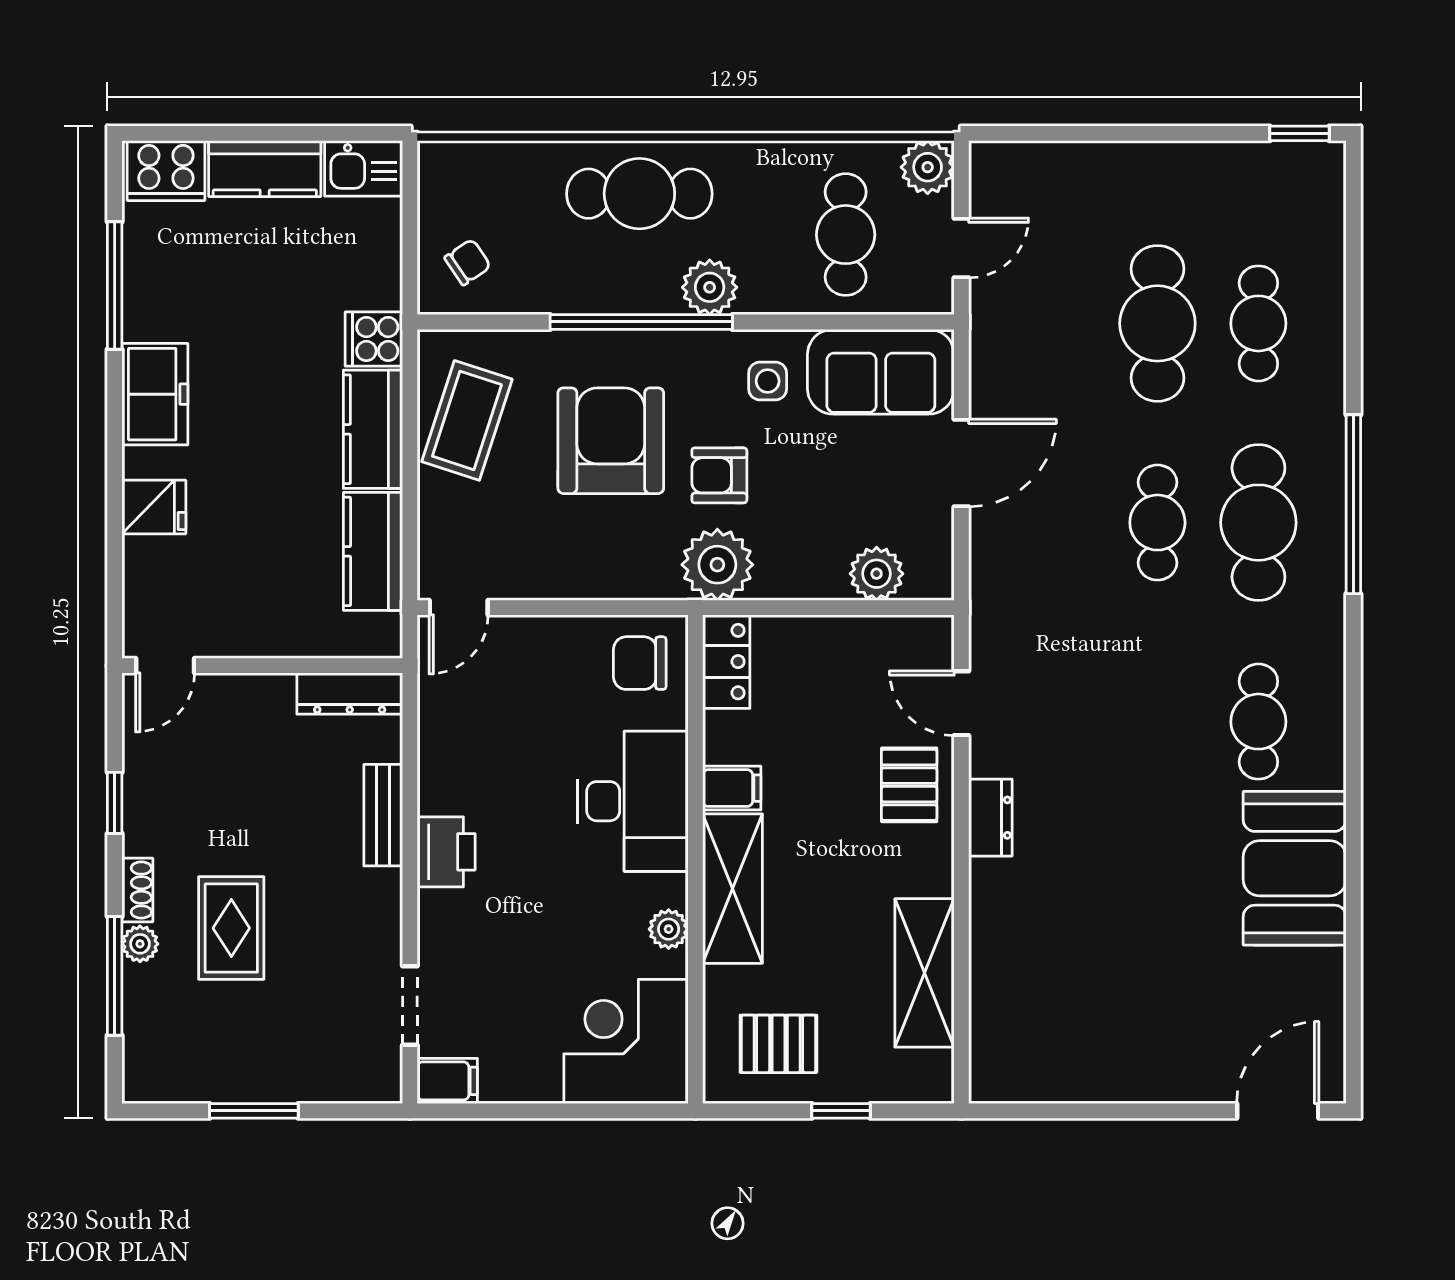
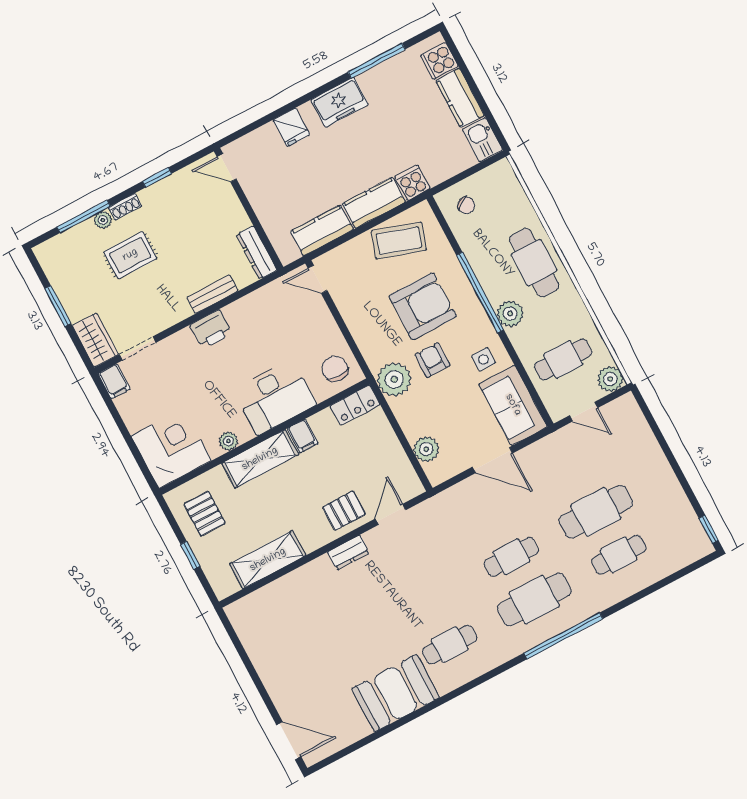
cooker: (166, 171) -> (439, 61), width x0.73
wardrobe: (353, 1075) -> (95, 340), added

